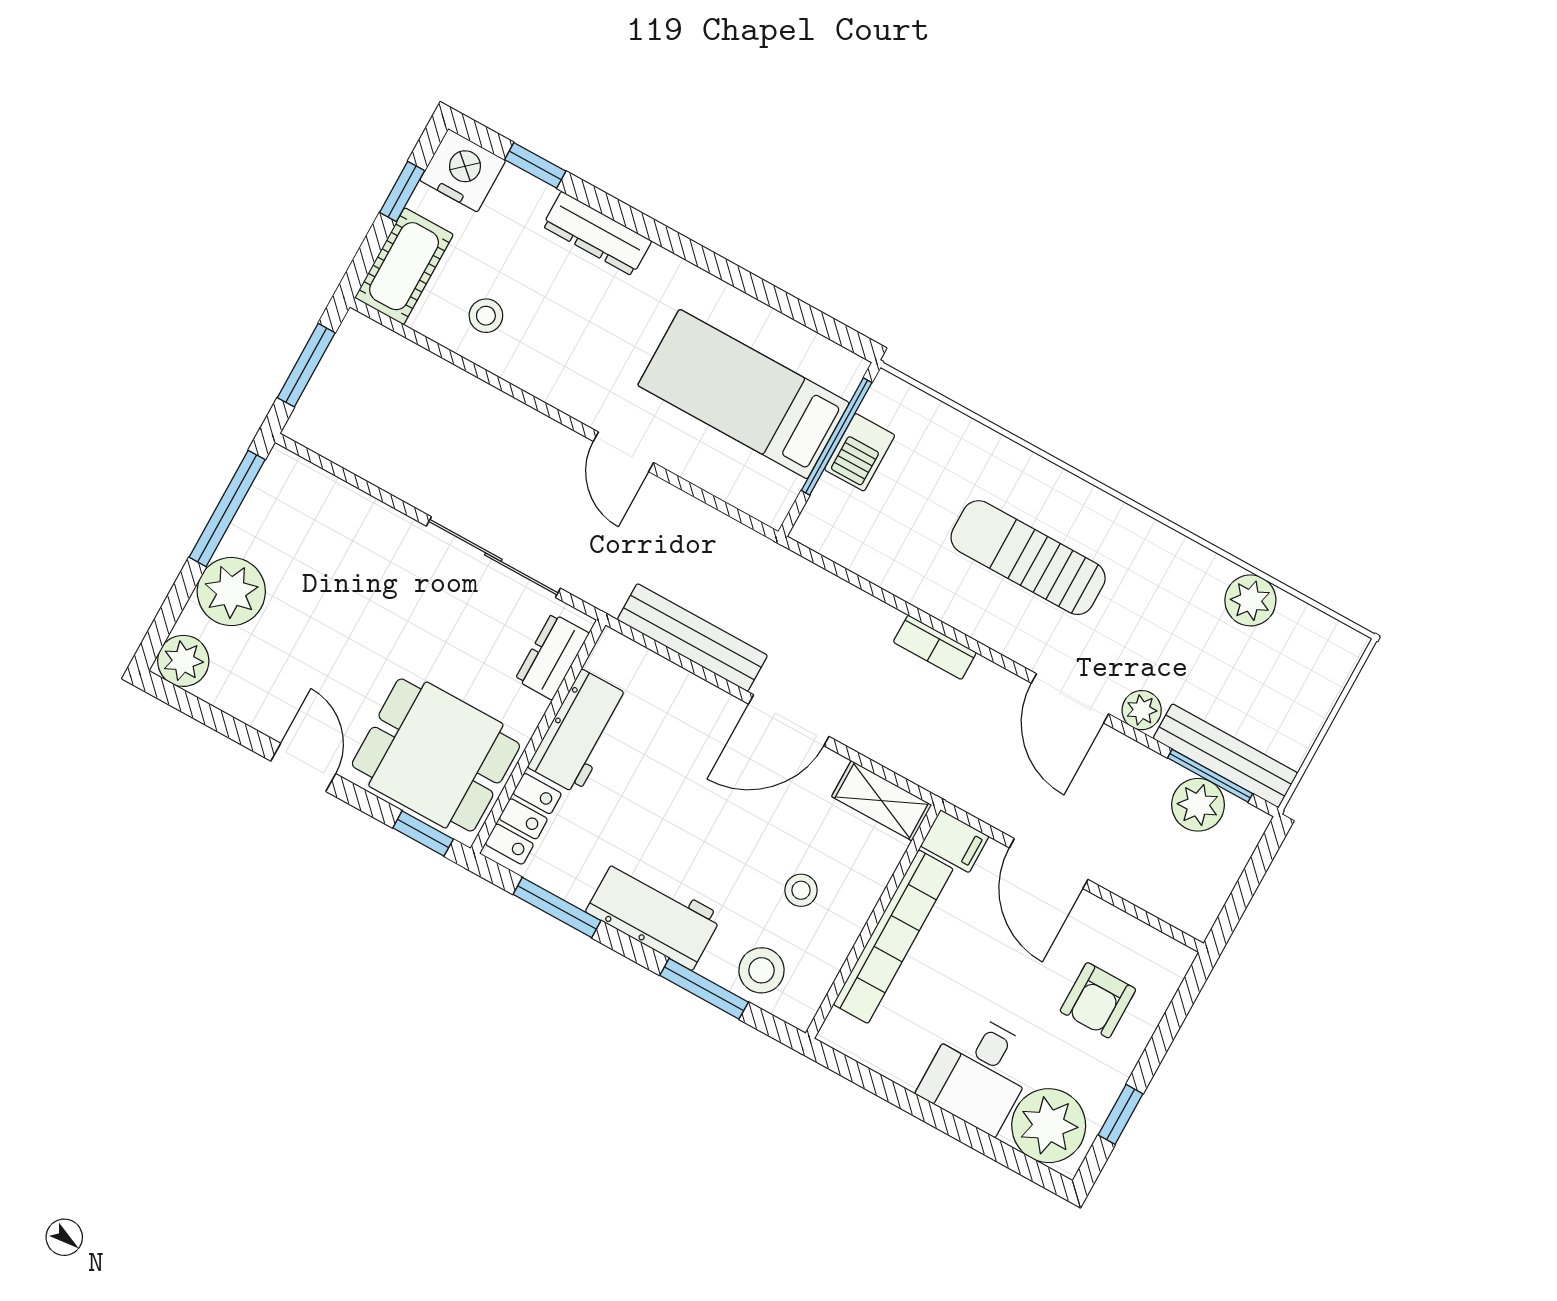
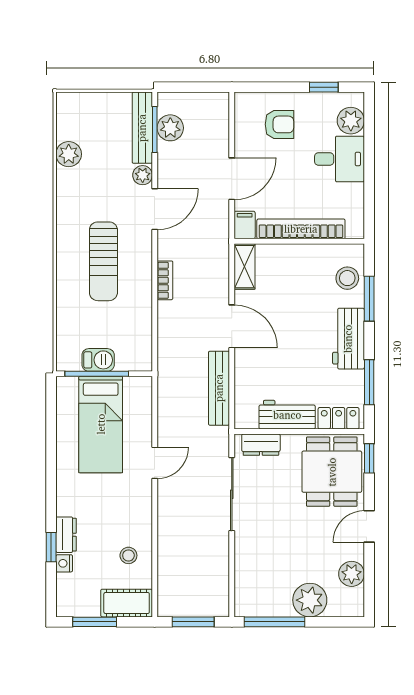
window: (535, 165) -> (51, 547), moved
nightstand: (463, 170) -> (64, 563), moved, width x0.53, depth x0.56
window: (402, 192) -> (95, 622), width x1.50
dresser: (597, 234) -> (66, 535), width x0.70
plant: (183, 661) -> (352, 574), moved
stool: (801, 890) -> (303, 280), removed
plant: (1049, 1126) -> (351, 121), width x0.73, depth x0.73

